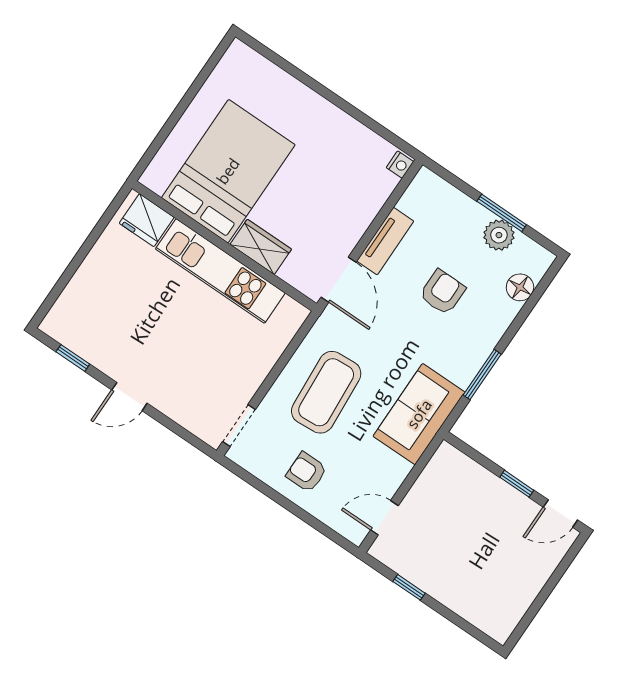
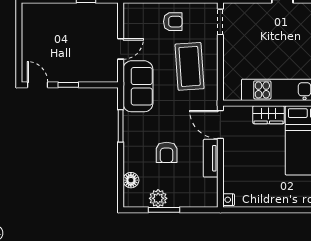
door: (560, 513) -> (38, 85), hinge flipped
door: (384, 518) -> (121, 49), moved

